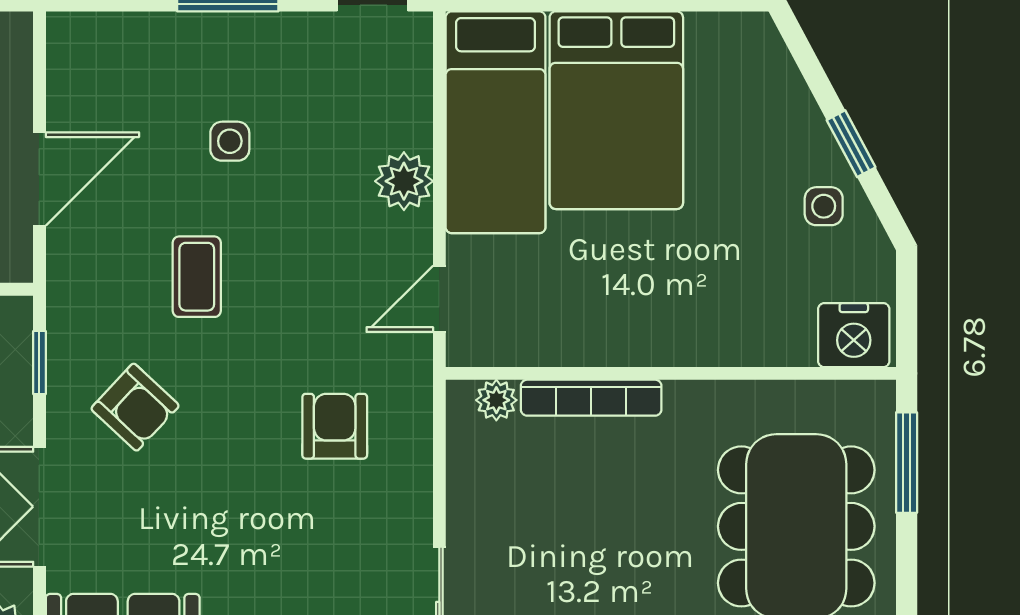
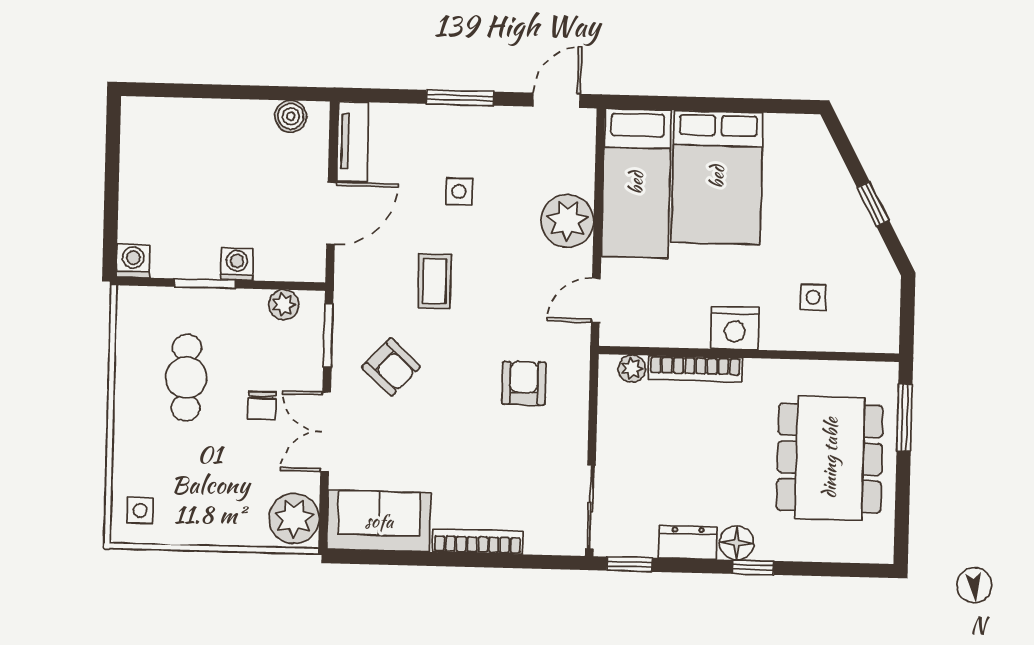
tv unit: (69, 71) -> (353, 142), added
plant: (404, 181) -> (567, 221), width x1.36, depth x1.36
side table: (824, 206) -> (813, 297), moved
nightstand: (854, 335) -> (735, 328), moved
window: (39, 363) -> (328, 336), width x1.50

